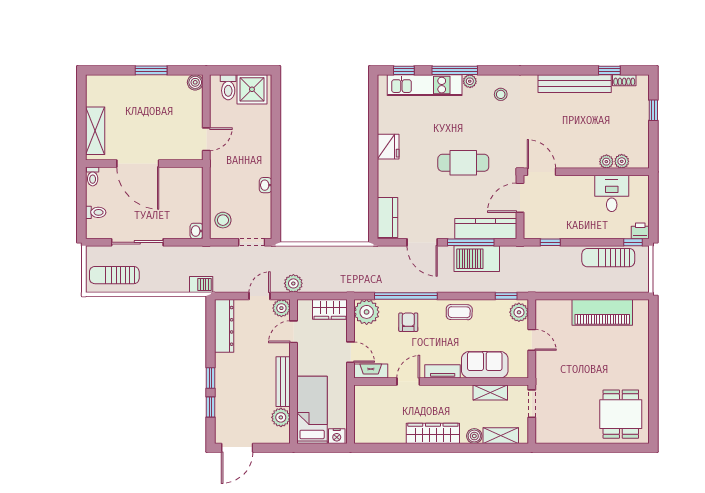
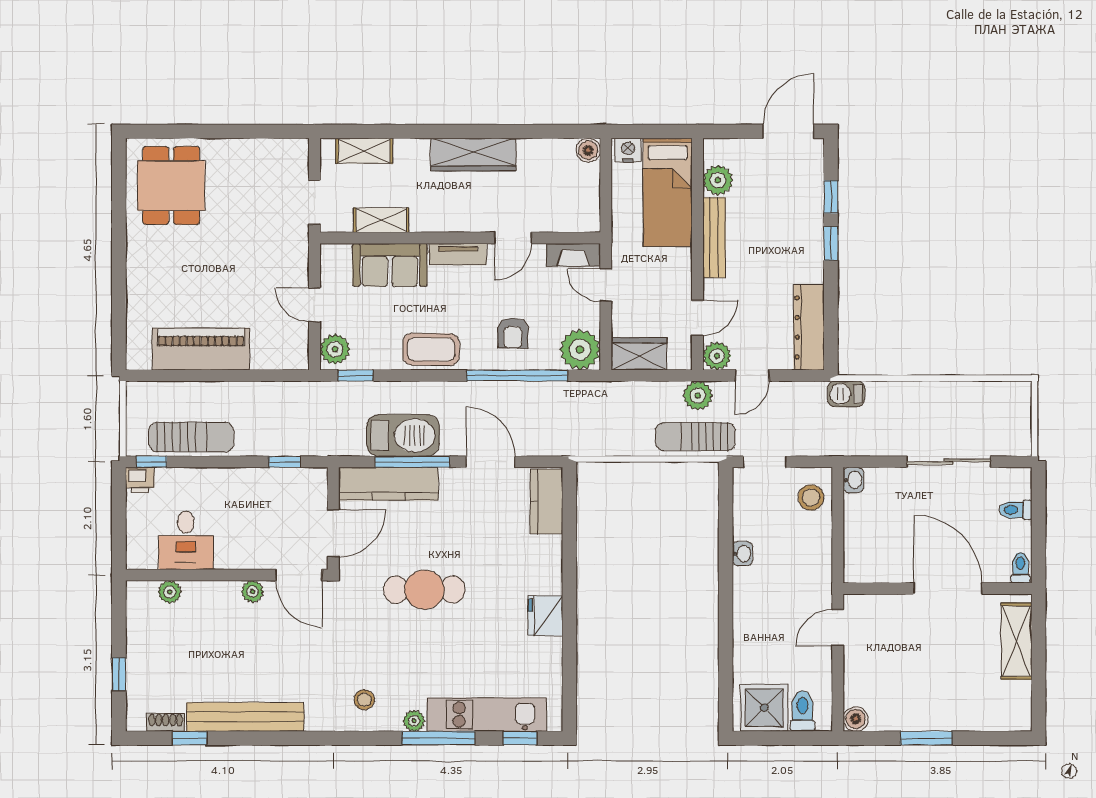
plant: (606, 162) -> (253, 591), moved
sun lounger: (114, 275) -> (695, 437), moved, turned 180
coffee table: (459, 312) -> (431, 349), width x1.36, depth x1.30
boiler: (474, 436) -> (588, 150), moved

